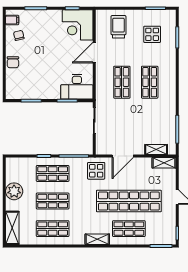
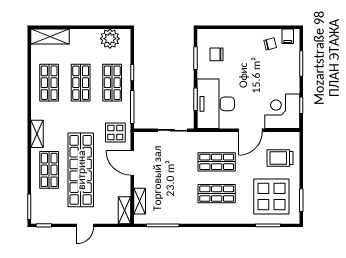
trolley: (118, 27) -> (280, 158), turned 180
display table: (152, 34) -> (271, 197), width x1.86, depth x1.86
door: (94, 53) -> (250, 130), swing flipped
chair: (13, 62) -> (216, 54), moved
desk: (77, 87) -> (216, 104), width x1.36, depth x1.30
plant: (14, 191) -> (110, 39), moved

